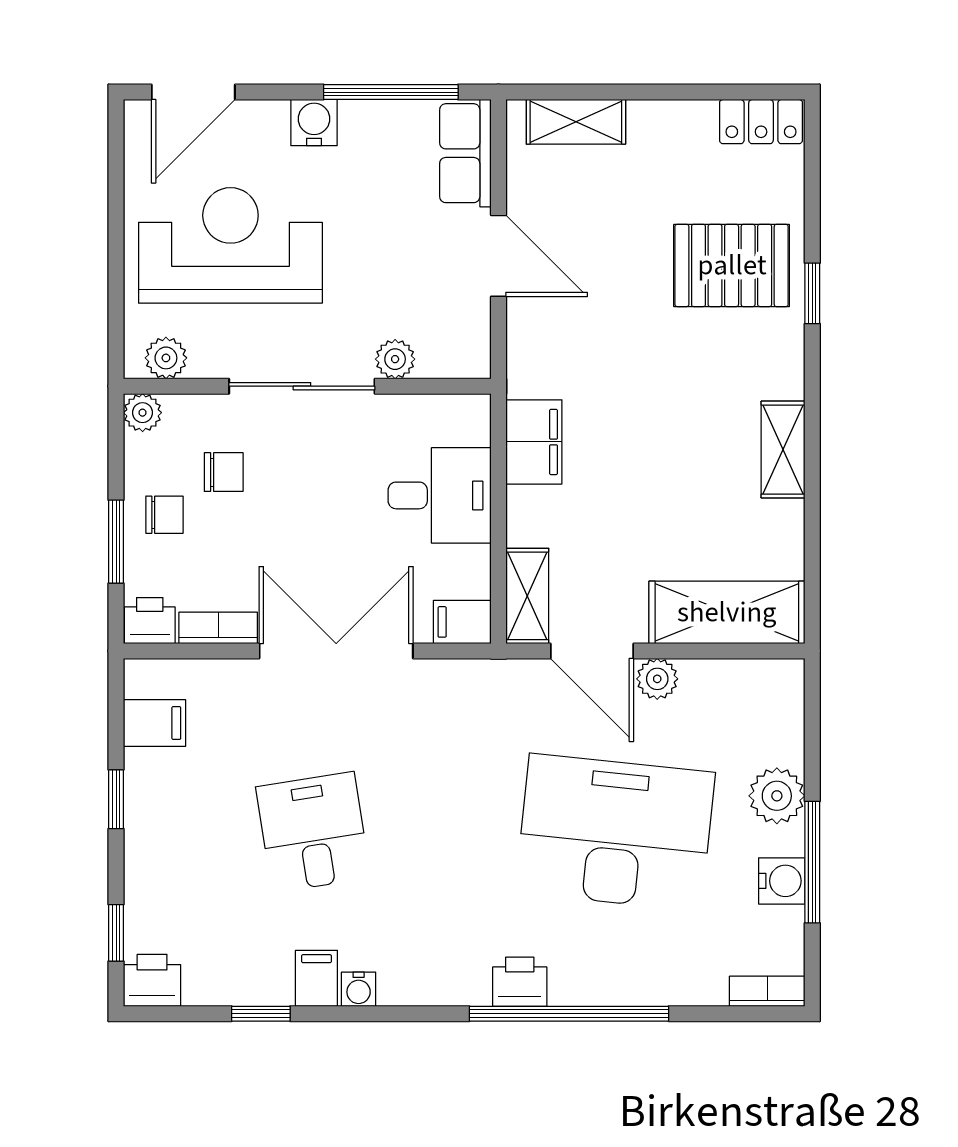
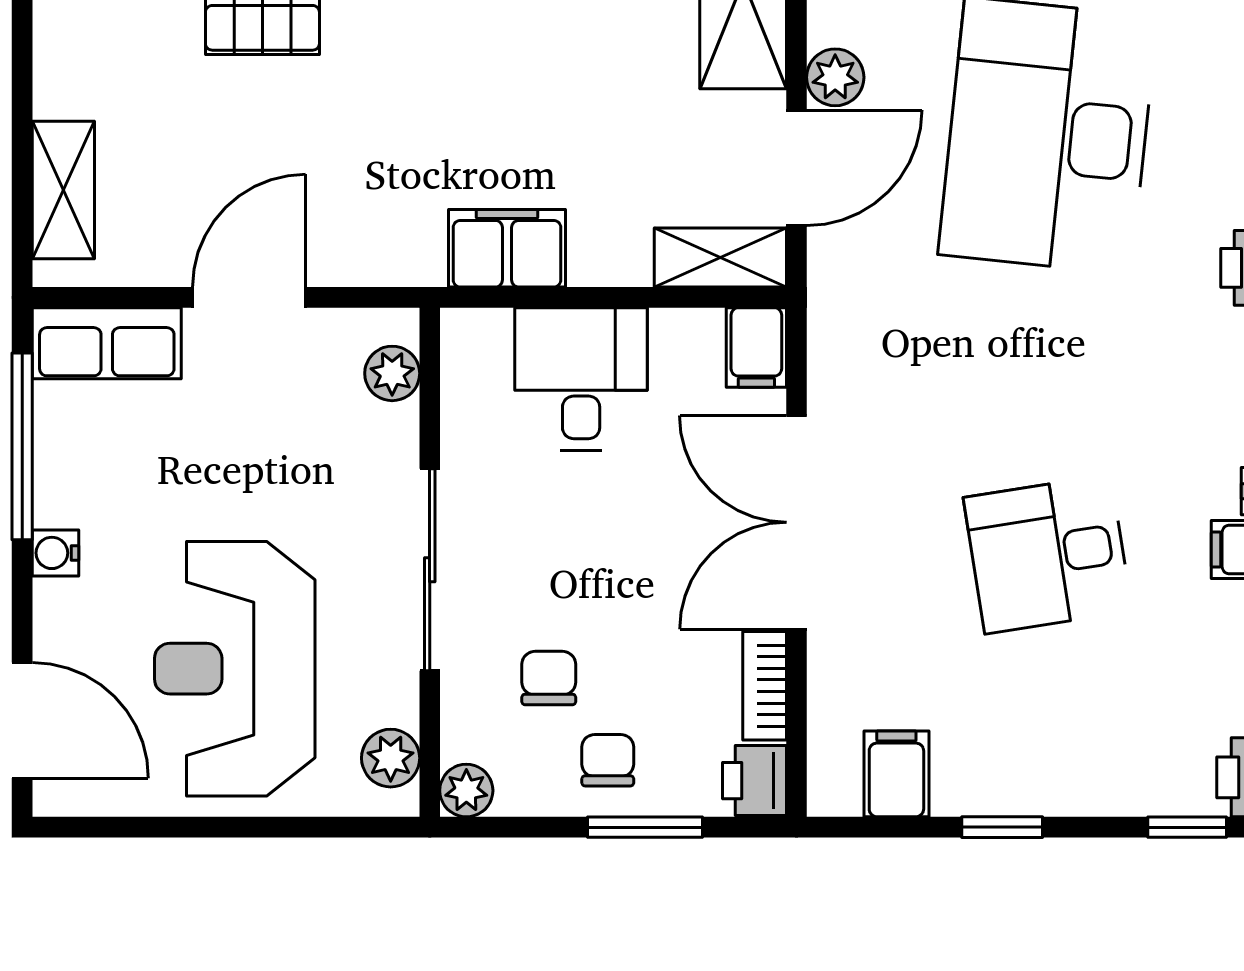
water cooler: (314, 123) -> (56, 553), width x0.72, depth x0.72
plant: (395, 359) -> (392, 373), moved

